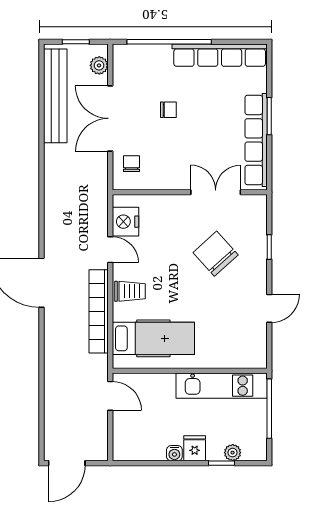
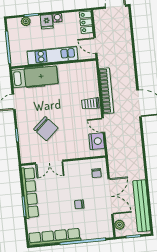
hospital bed: (153, 338) -> (35, 77), moved, turned 180
kitchen unit: (222, 386) -> (52, 55), moved
locker: (123, 440) -> (86, 22), added

